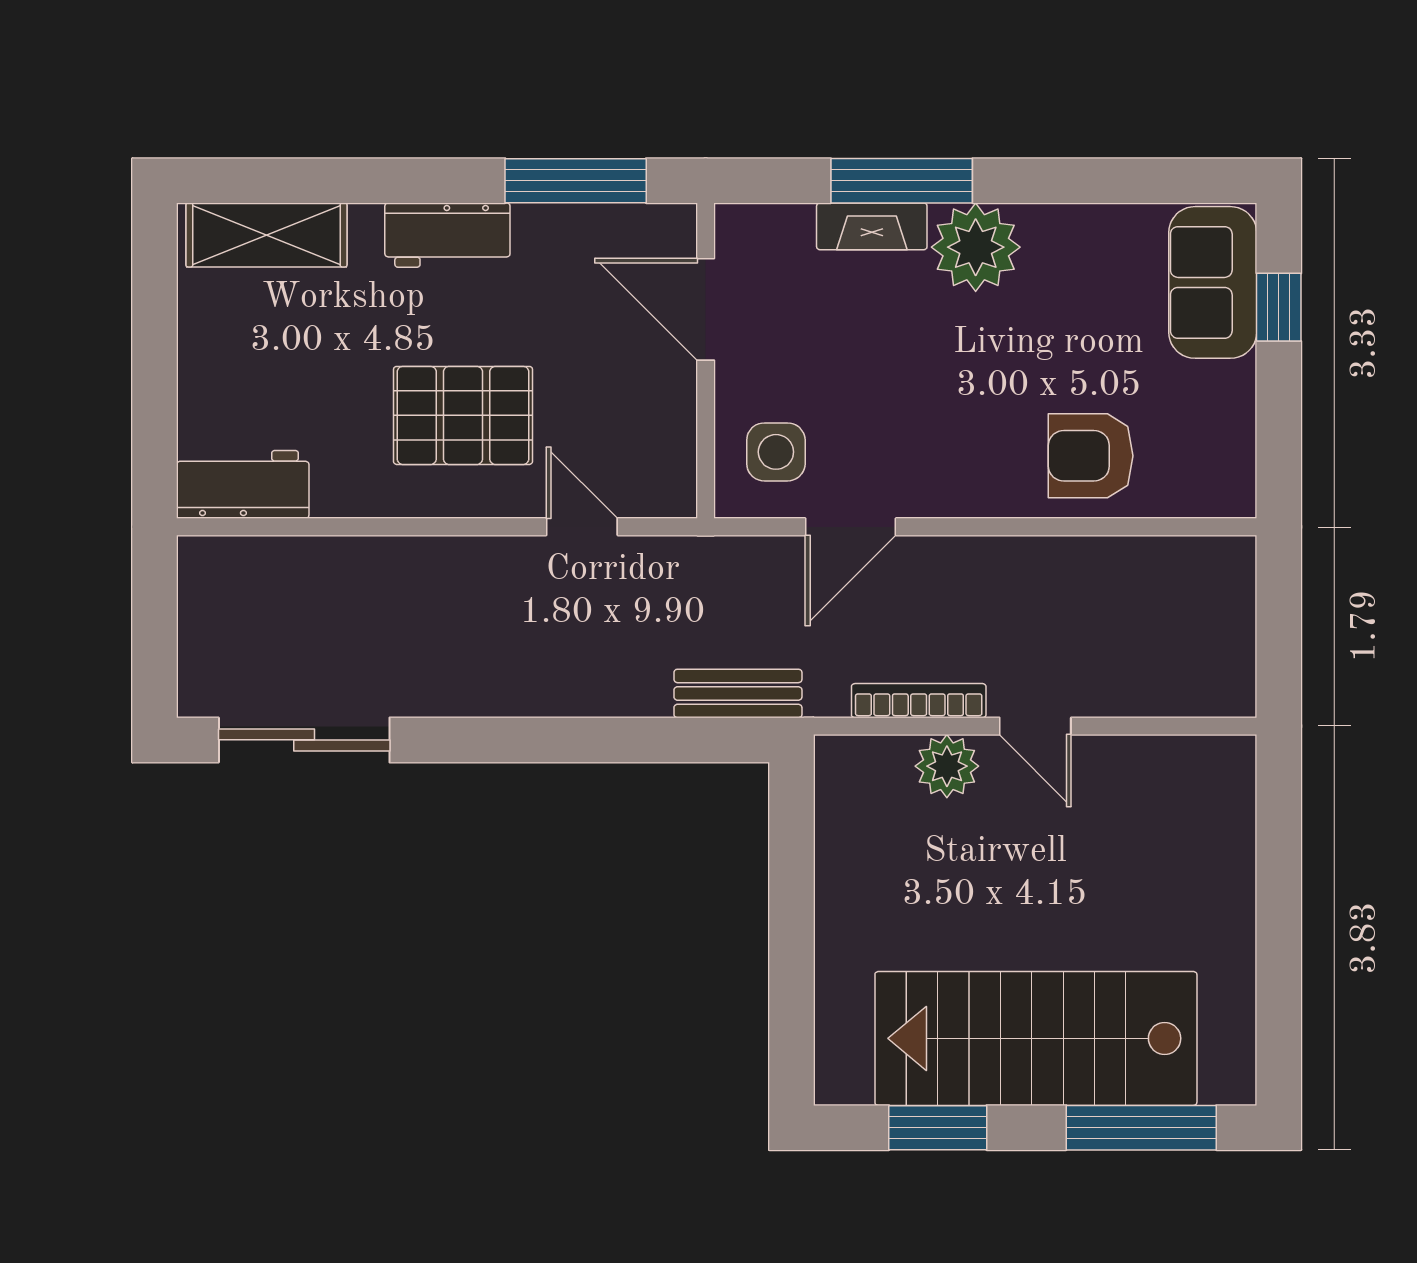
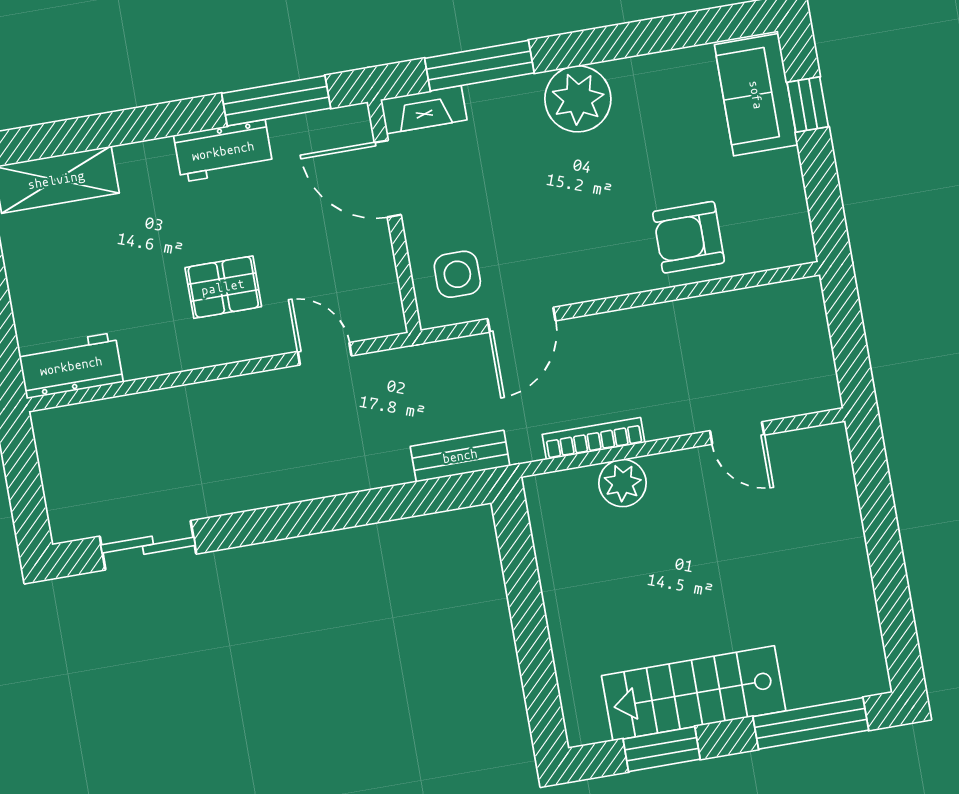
window: (902, 181) -> (479, 66), moved
fireplace: (872, 226) -> (424, 110), moved
workbench: (447, 235) -> (223, 151), moved
pallet: (463, 415) -> (223, 287), width x0.67, depth x0.71
door: (1035, 726) -> (737, 433), moved
sliding door: (304, 740) -> (148, 545), width x0.73
stairs: (1036, 1038) -> (694, 693), width x0.73, depth x0.66

